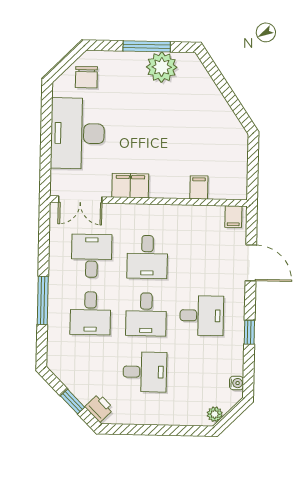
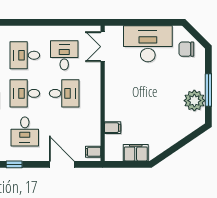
filing cabinet: (130, 186) -> (136, 153), moved, turned -90
desk: (92, 256) -> (64, 55), turned -90
desk: (147, 257) -> (64, 93), turned 180
door: (251, 263) -> (62, 164), swing flipped
window: (43, 300) -> (33, 22), removed

